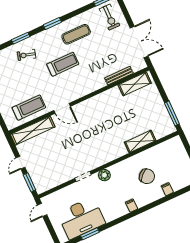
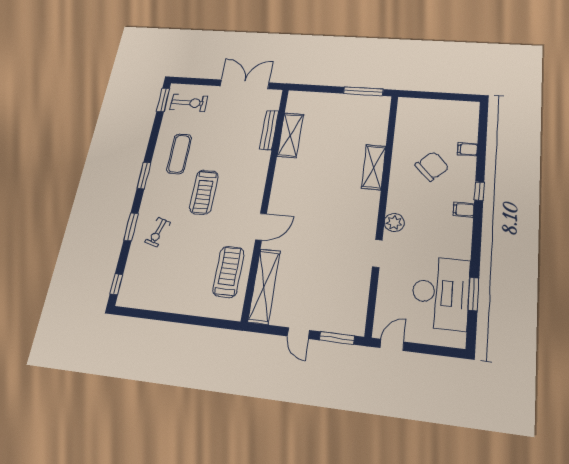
treadmill: (63, 64) -> (204, 192), turned 180
shelving: (135, 84) -> (290, 135), moved
shelving: (140, 141) -> (374, 167), moved
window: (146, 208) -> (479, 191), added
door: (42, 210) -> (392, 345), swing flipped

